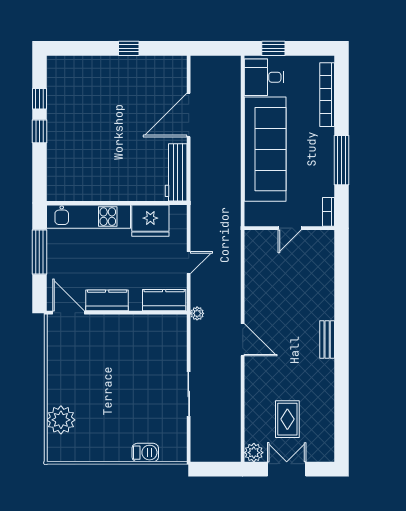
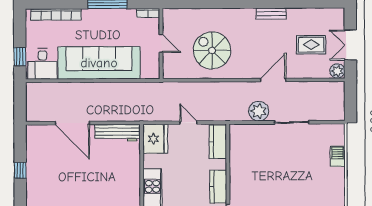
fridge: (150, 221) -> (155, 139), moved
spiral stairs: (280, 293) -> (212, 50), added
plant: (197, 313) -> (259, 111), moved, width x1.88, depth x1.88
door: (243, 340) -> (273, 80), moved
bench: (327, 340) -> (271, 14), moved

